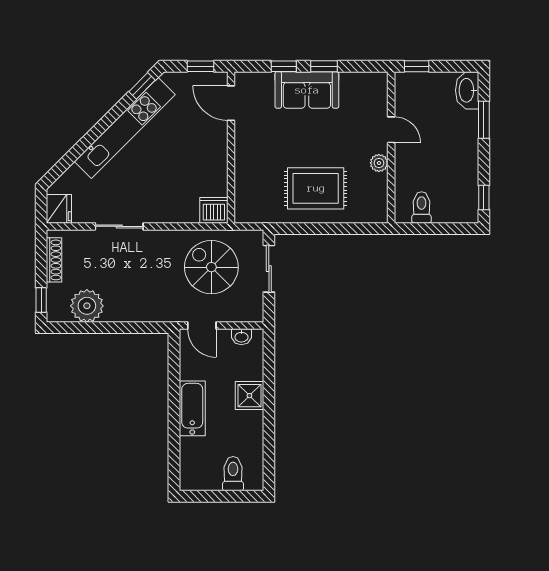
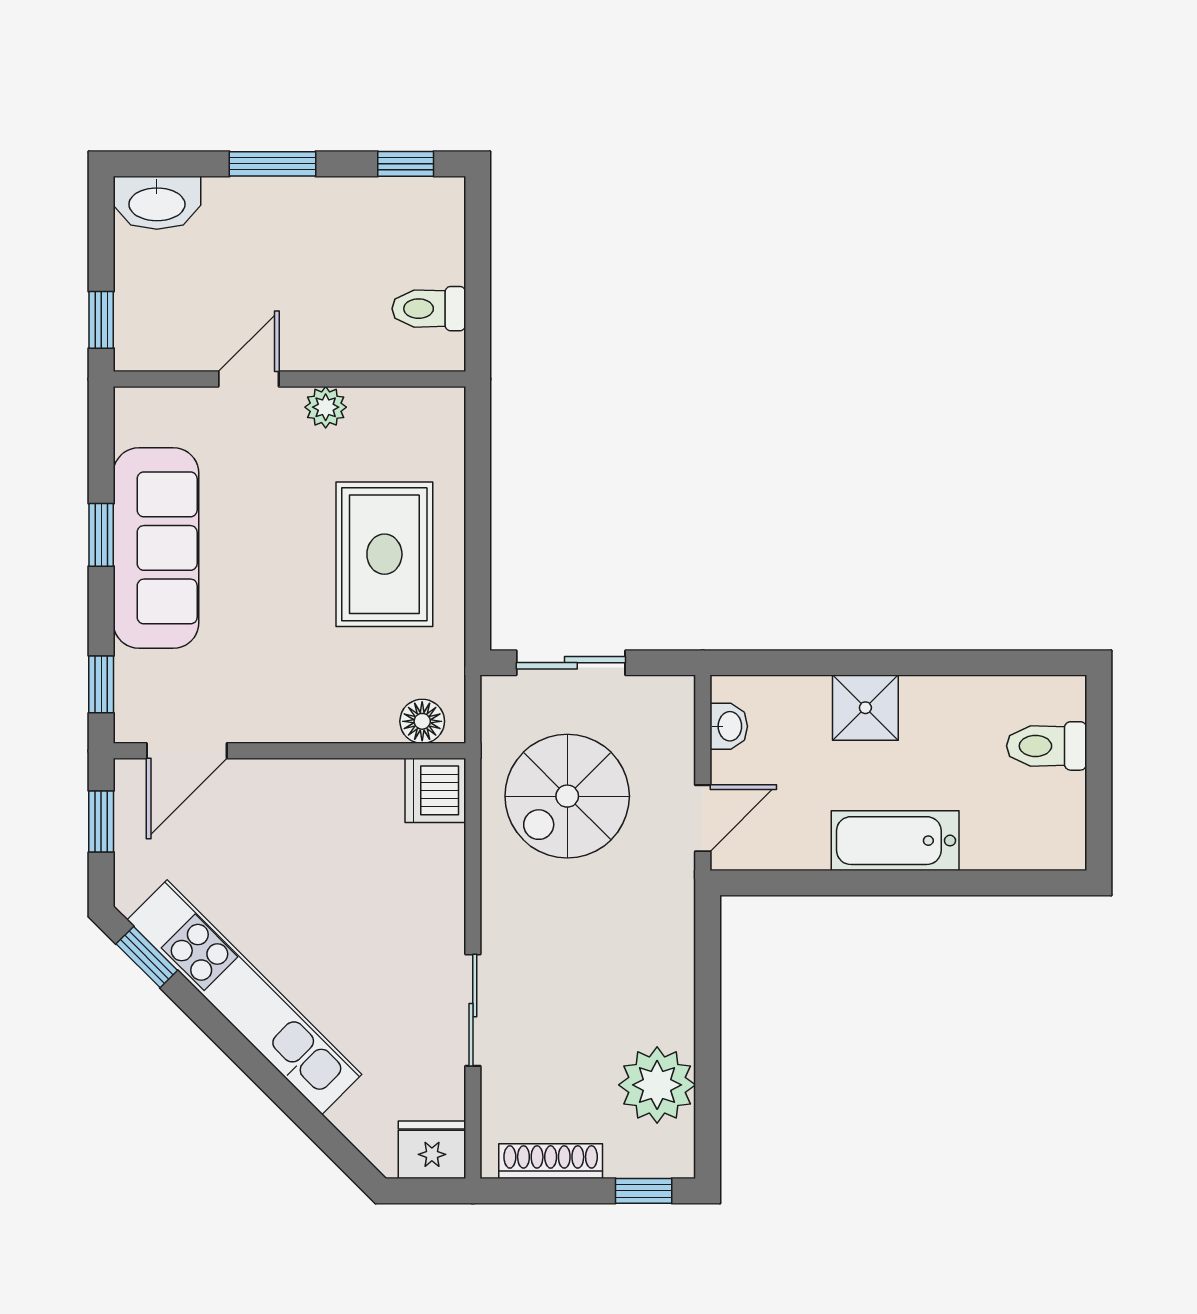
window: (284, 66) -> (101, 684), moved
sofa: (307, 90) -> (156, 548), width x1.36
window: (484, 120) -> (273, 164), moved
floor lamp: (244, 205) -> (422, 721), added

